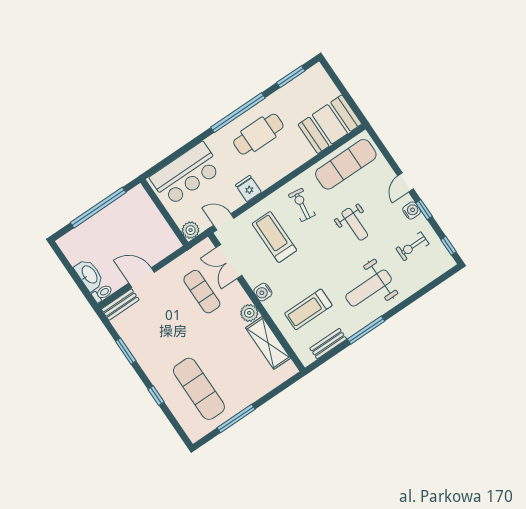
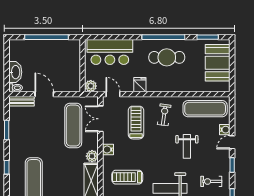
booth: (330, 124) -> (218, 63), moved, turned 90
water cooler: (412, 210) -> (225, 130), moved
exercise mat: (202, 292) -> (73, 126), width x1.36, depth x1.45

